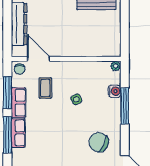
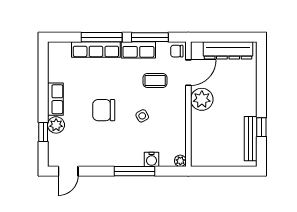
plant: (62, 47) -> (202, 99), added
row of seats: (18, 133) -> (96, 50), width x1.48
chair: (99, 142) -> (104, 110), moved, turned -118

